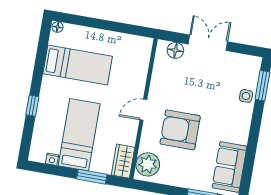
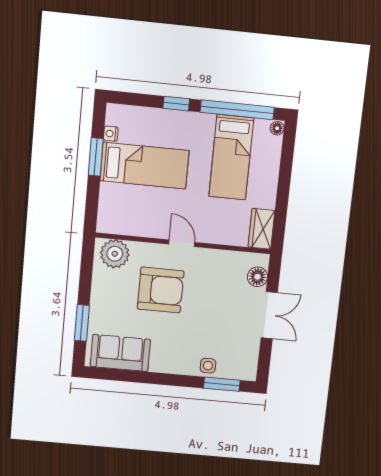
window: (41, 58) -> (237, 110), added
armchair: (180, 130) -> (161, 290), turned 90
wardrobe: (123, 161) -> (261, 229), moved, turned -90
window: (92, 177) -> (96, 157), moved

